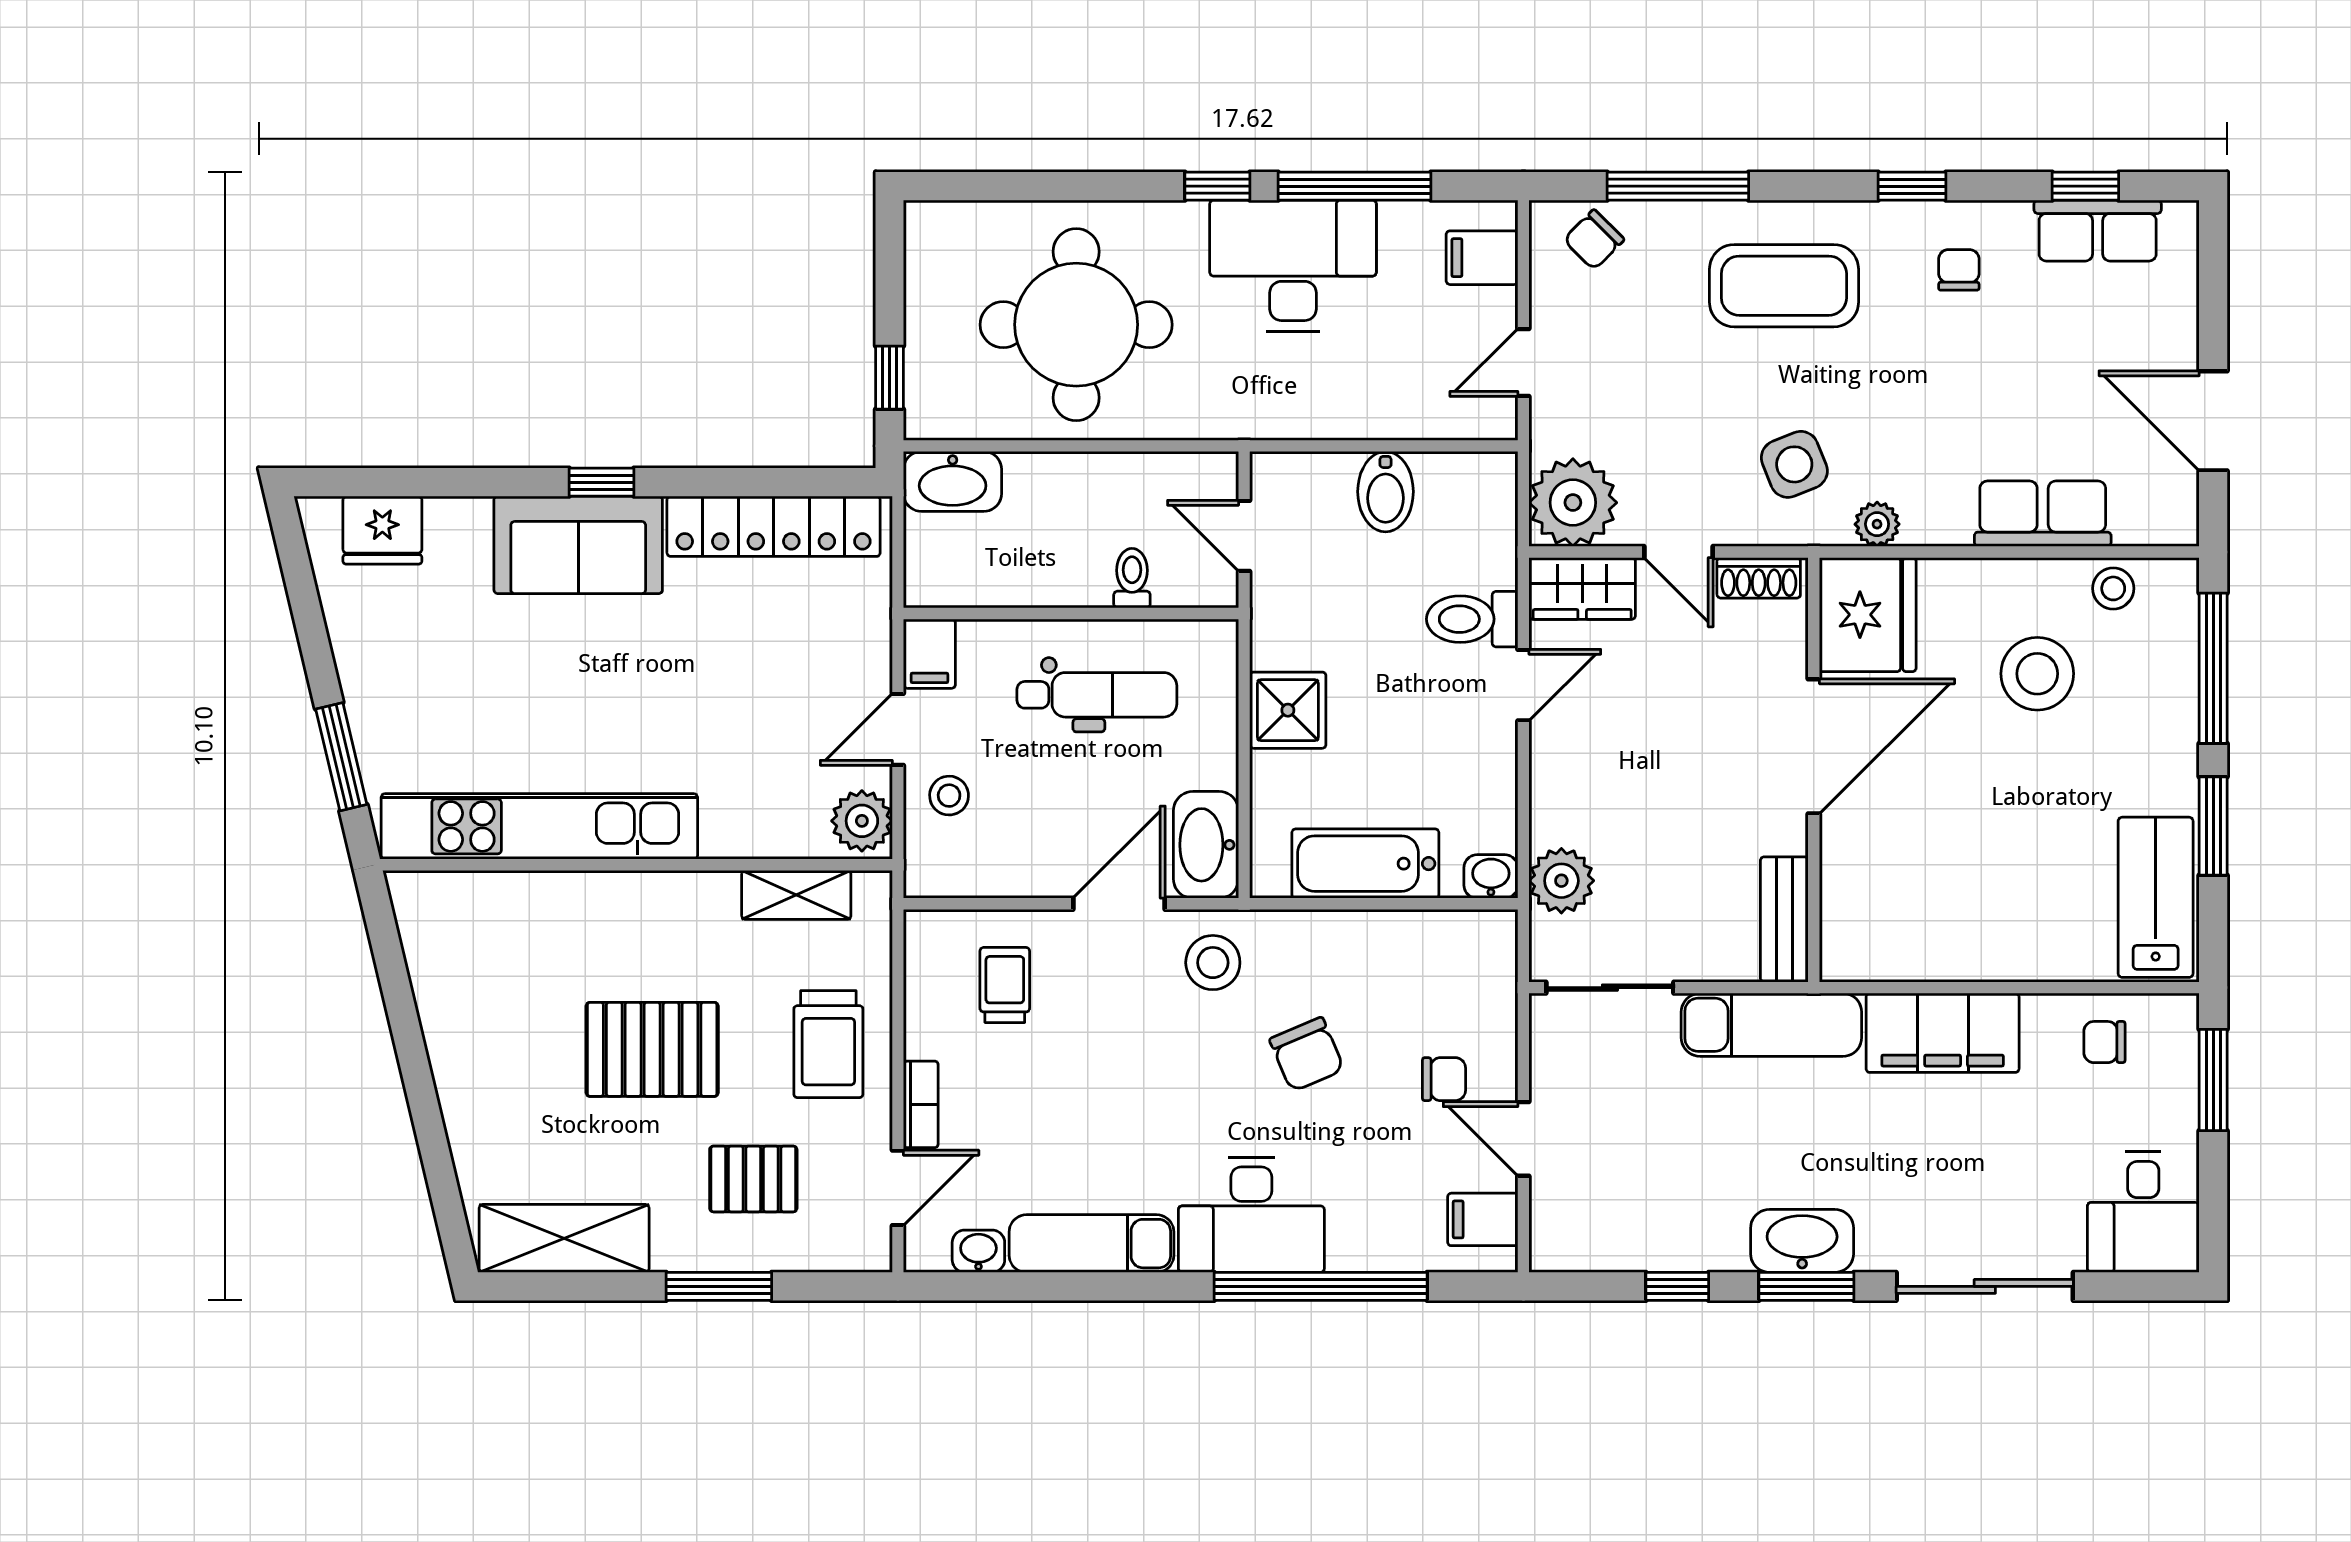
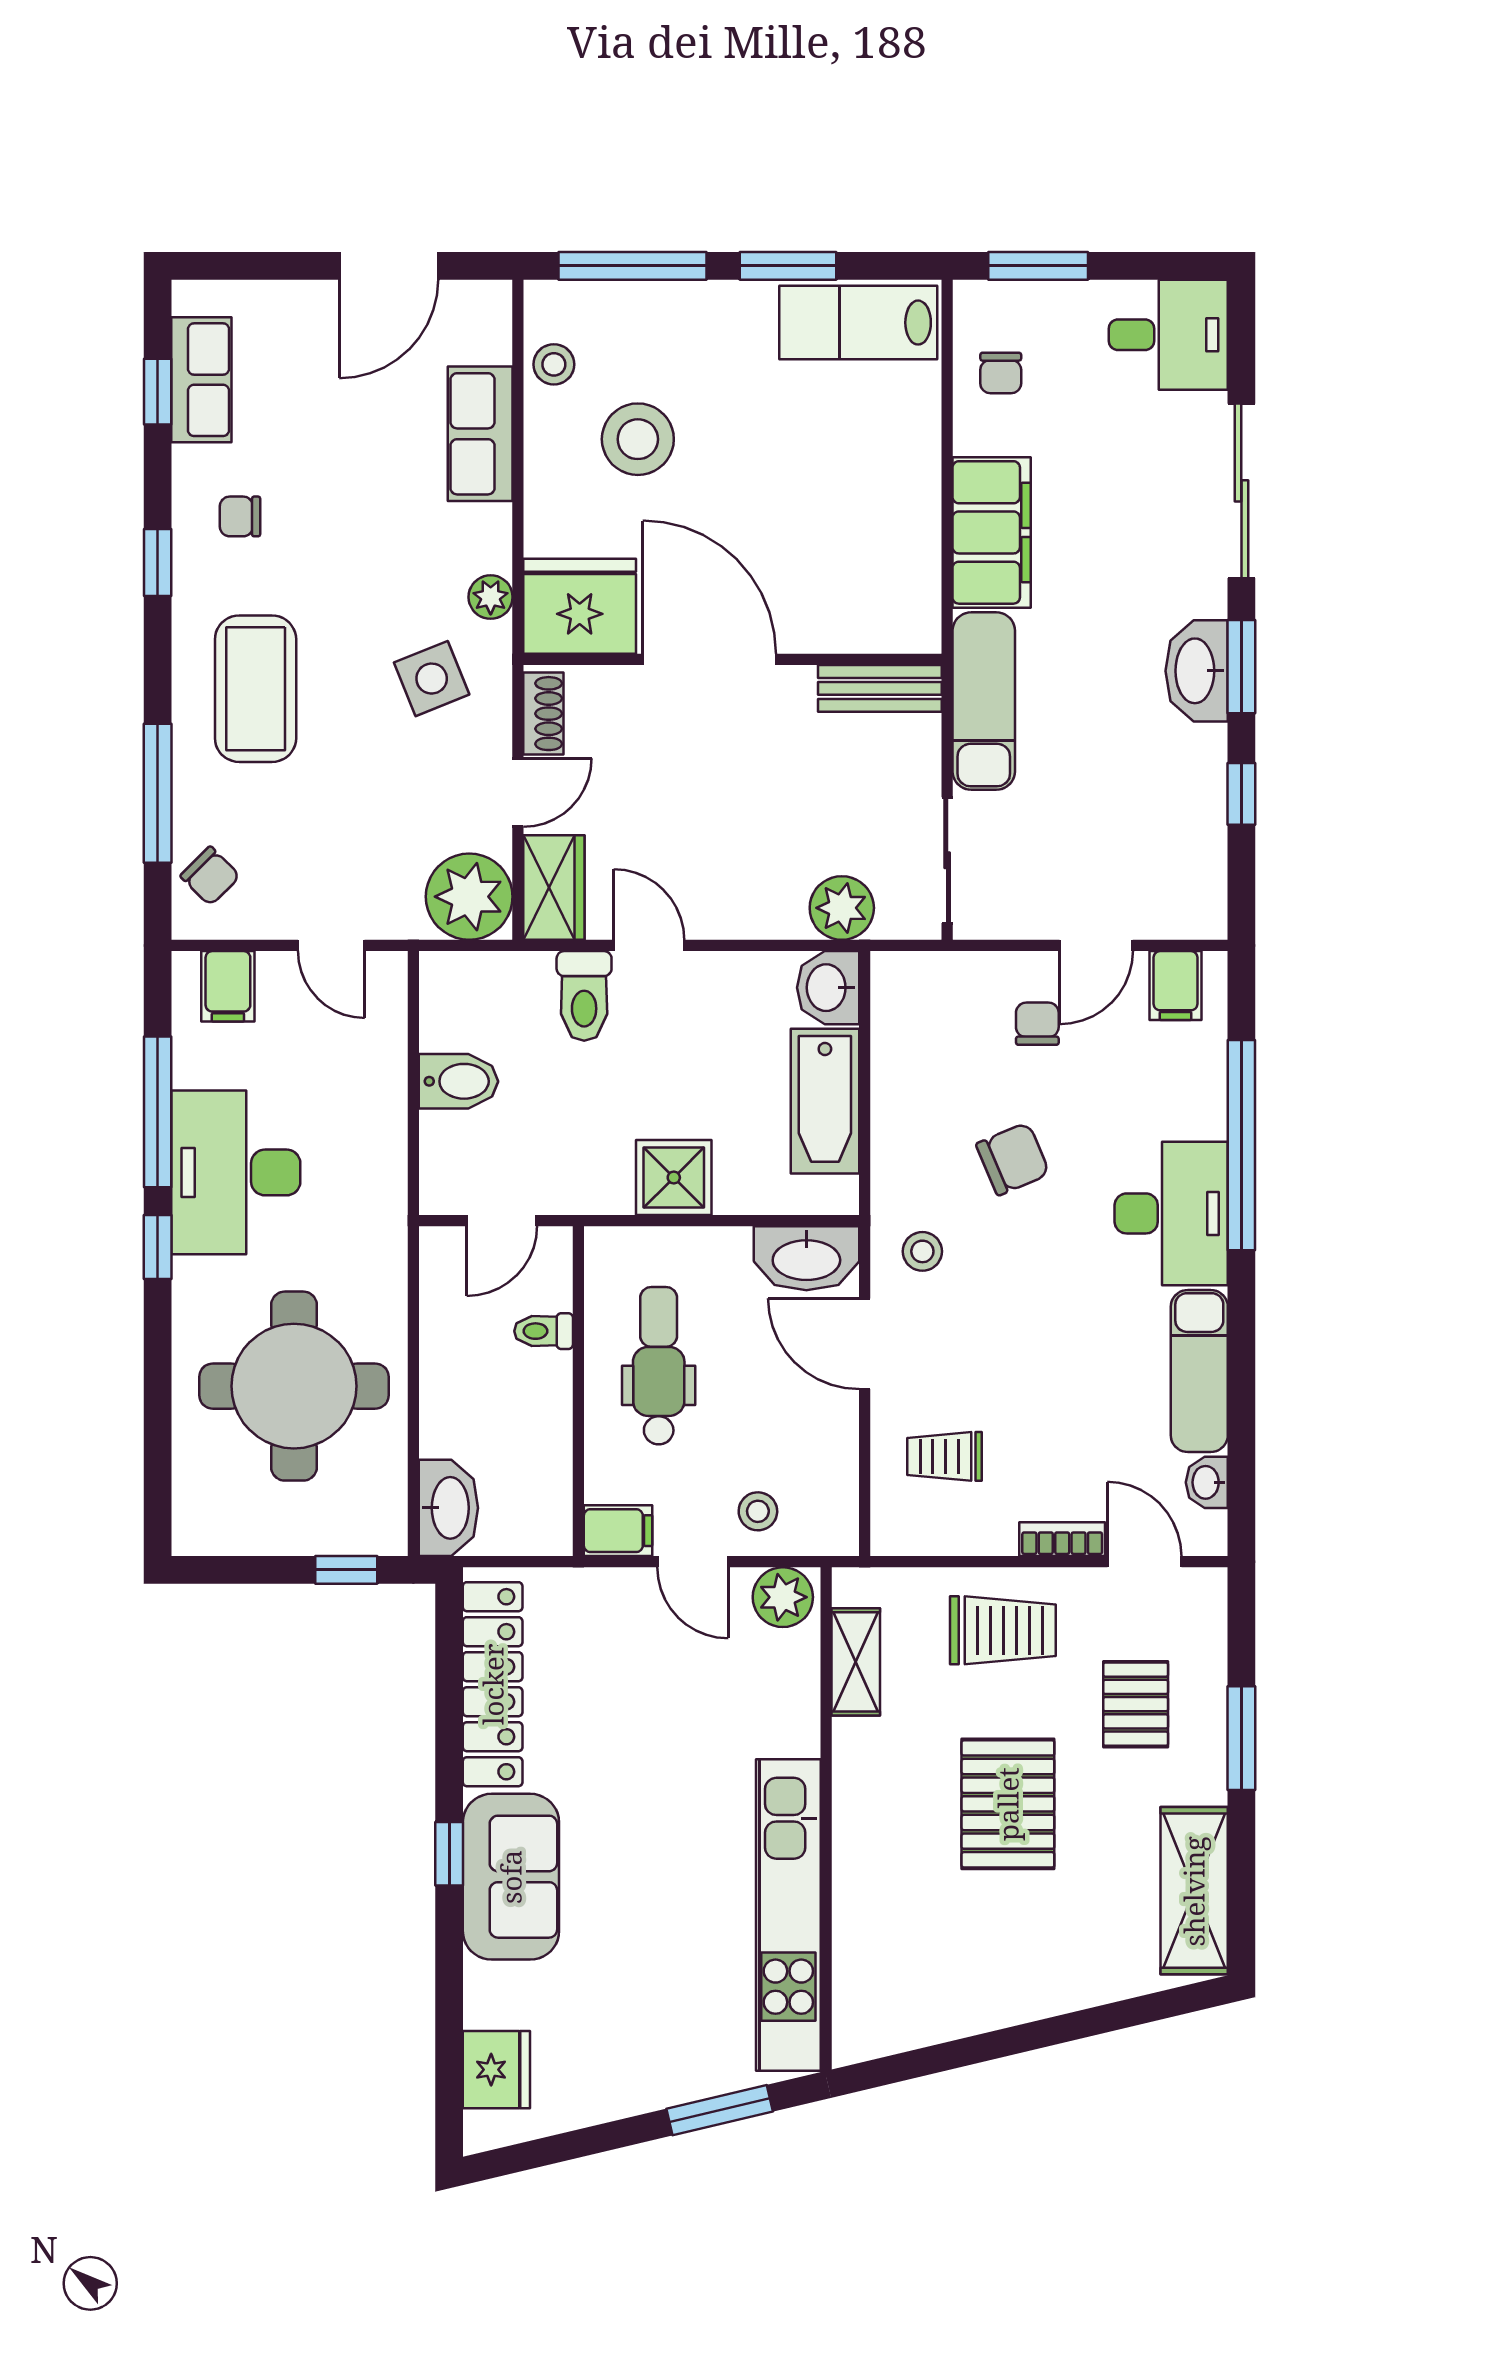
washbasin: (1491, 876) -> (828, 988), width x1.38, depth x1.45
stool: (1213, 963) -> (922, 1251), width x0.73, depth x0.73

